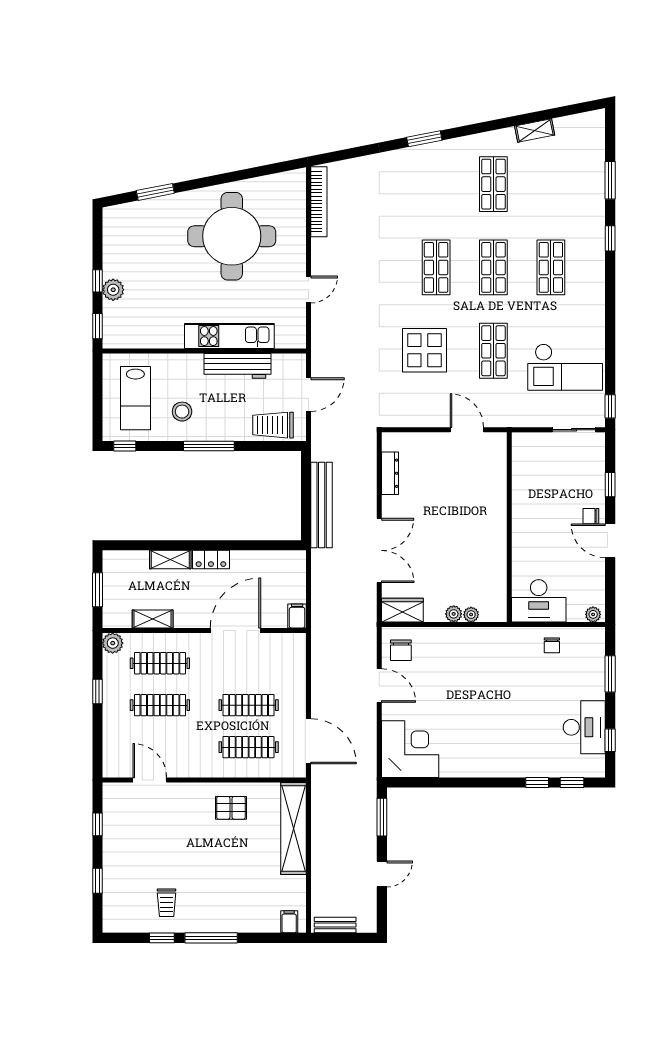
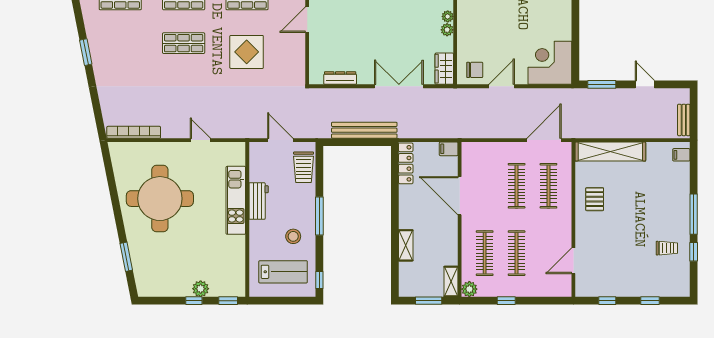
workbench: (238, 366) -> (259, 201), width x0.73
locker: (211, 559) -> (406, 163), moved, width x1.53
shelving: (153, 619) -> (451, 282), moved

